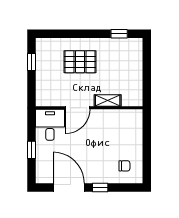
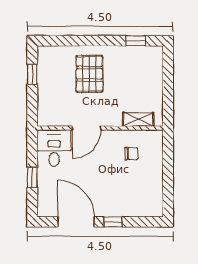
pallet: (80, 62) -> (89, 74), turned 90
shelving: (108, 100) -> (138, 119), moved
chair: (124, 166) -> (131, 154), moved

